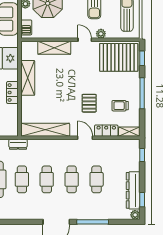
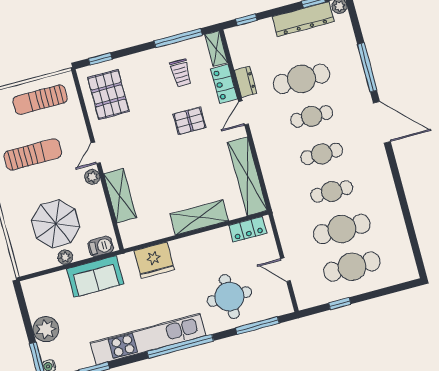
plant: (101, 34) -> (92, 177), moved
pallet: (119, 57) -> (108, 95), width x0.73, depth x0.71
shelving: (28, 78) -> (199, 217), moved
locker: (12, 93) -> (248, 229), moved
window: (142, 93) -> (178, 38), moved
dresser: (18, 144) -> (245, 82), moved
cafe table: (97, 179) -> (302, 79), width x1.37, depth x1.35

